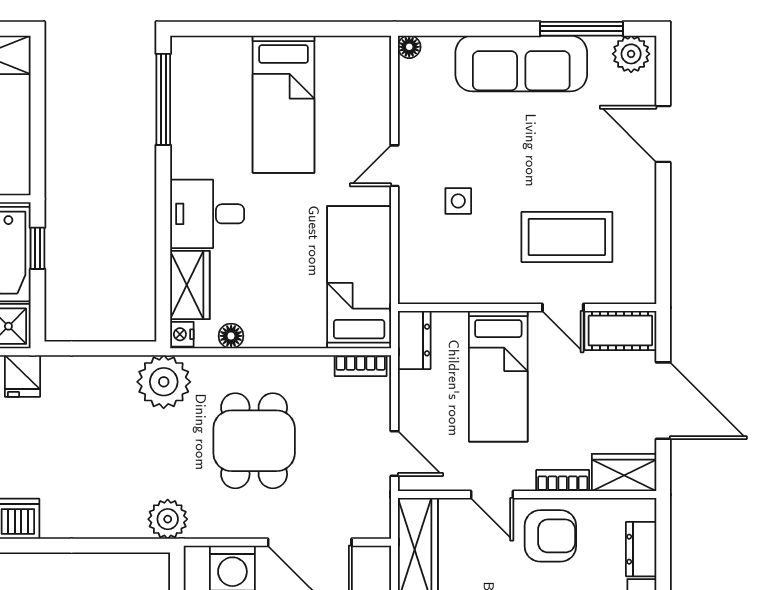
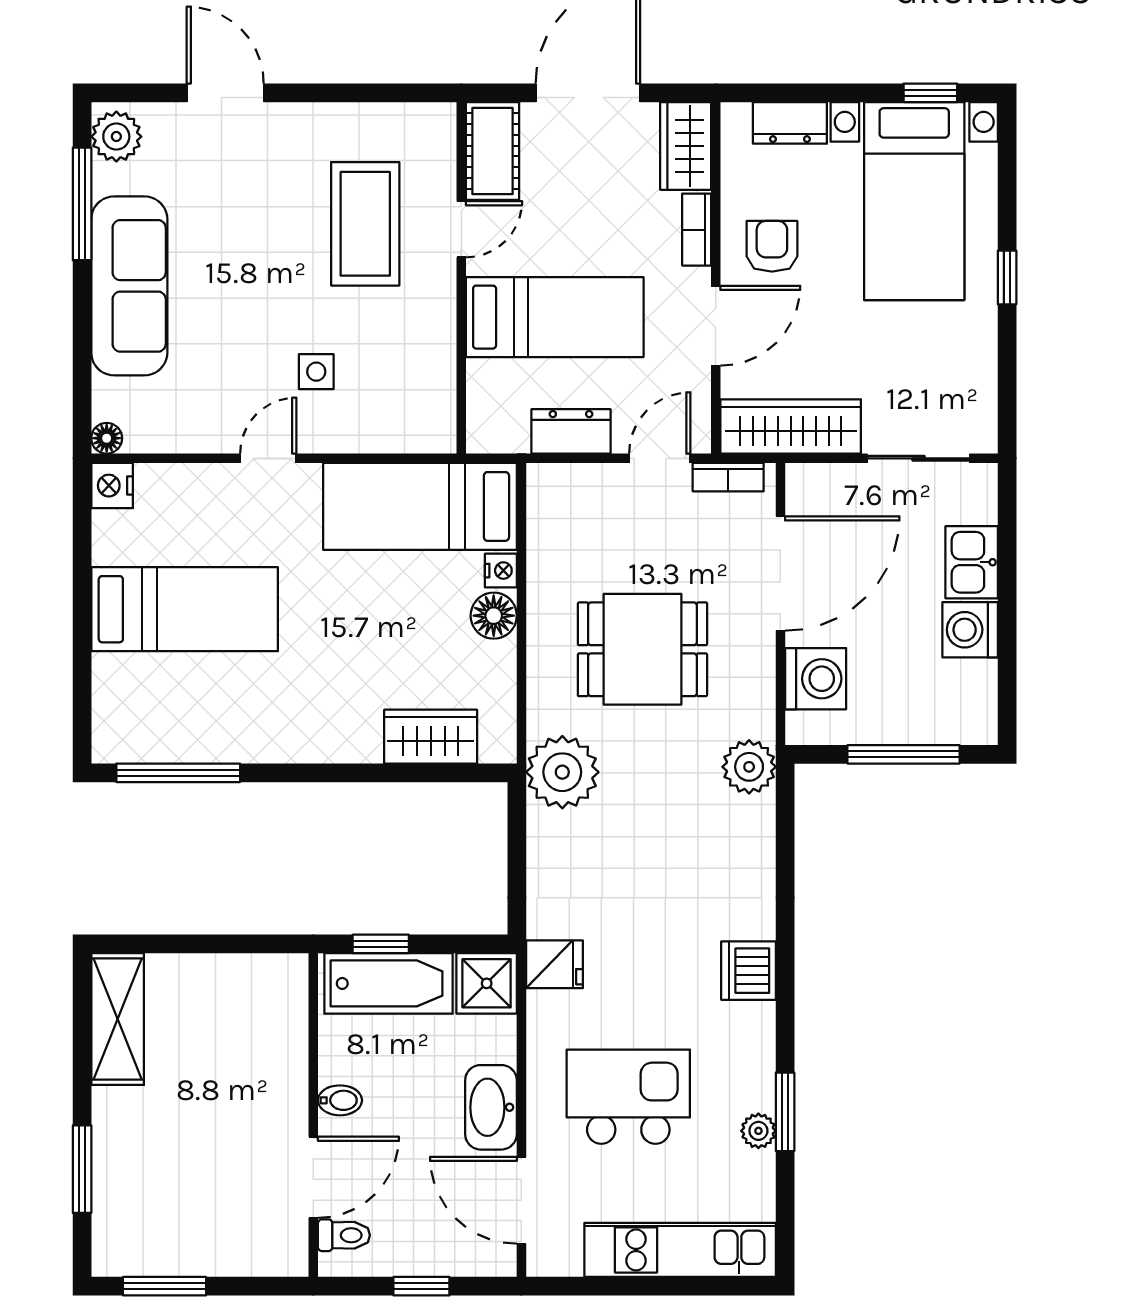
nightstand: (374, 51) -> (112, 486), added
door: (663, 134) -> (225, 93), swing flipped
door: (395, 166) -> (268, 458), swing flipped
desk: (207, 214) -> (334, 713), removed
nightstand: (182, 334) -> (501, 571), moved, turned -90
floor lamp: (231, 336) -> (494, 616), moved, width x1.37, depth x1.37
dresser: (414, 340) -> (571, 431), moved
bookcase: (361, 366) -> (728, 477), moved, turned 90
door: (492, 495) -> (716, 326), width x1.38
armchair: (550, 536) -> (772, 246), width x0.72, depth x0.72

